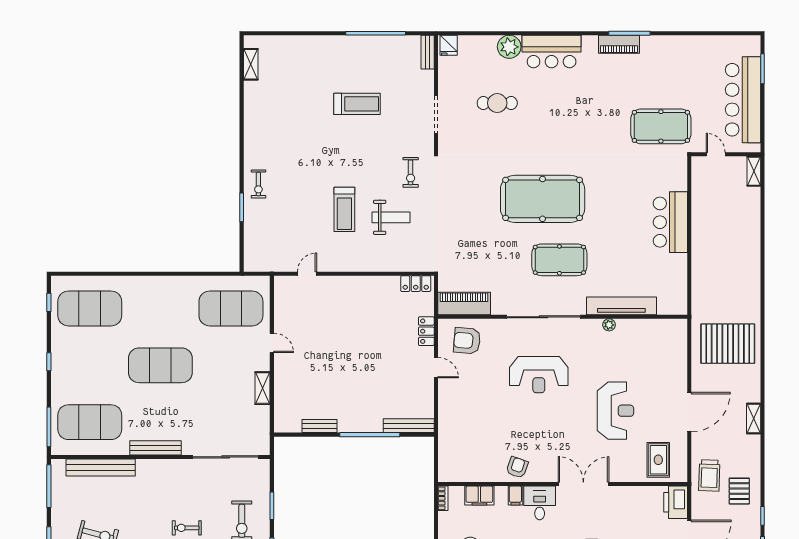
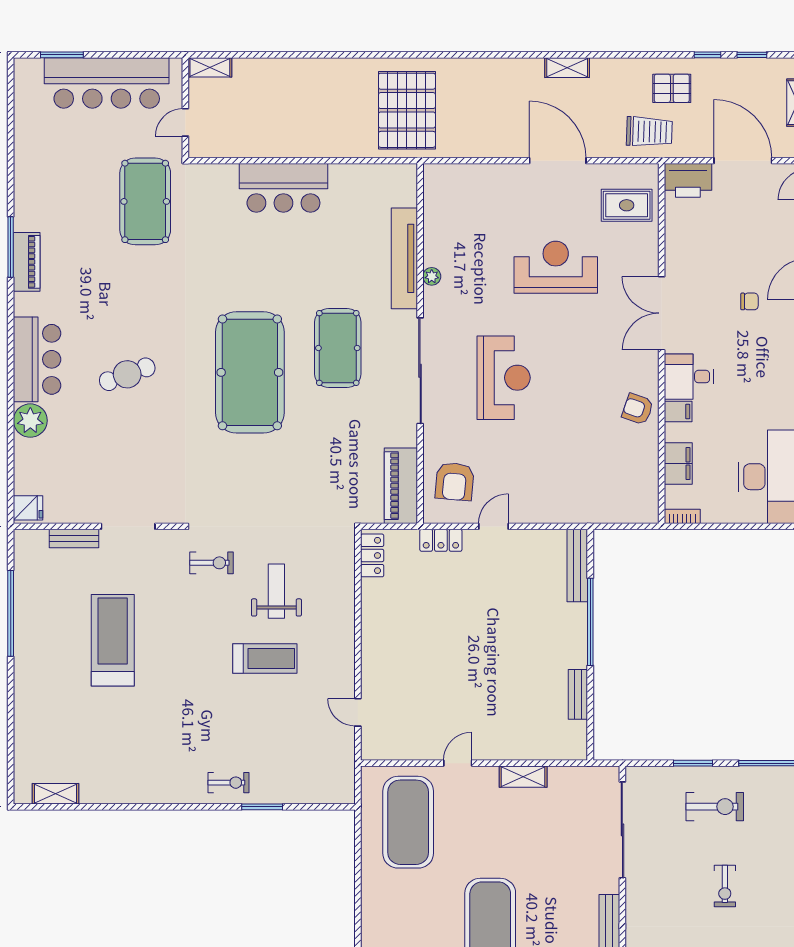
bench: (428, 52) -> (74, 538), moved
cafe table: (497, 103) -> (127, 374), moved, turned 70
treadmill: (357, 104) -> (113, 640), width x1.37, depth x1.38
pallet: (728, 344) -> (407, 110), moved

